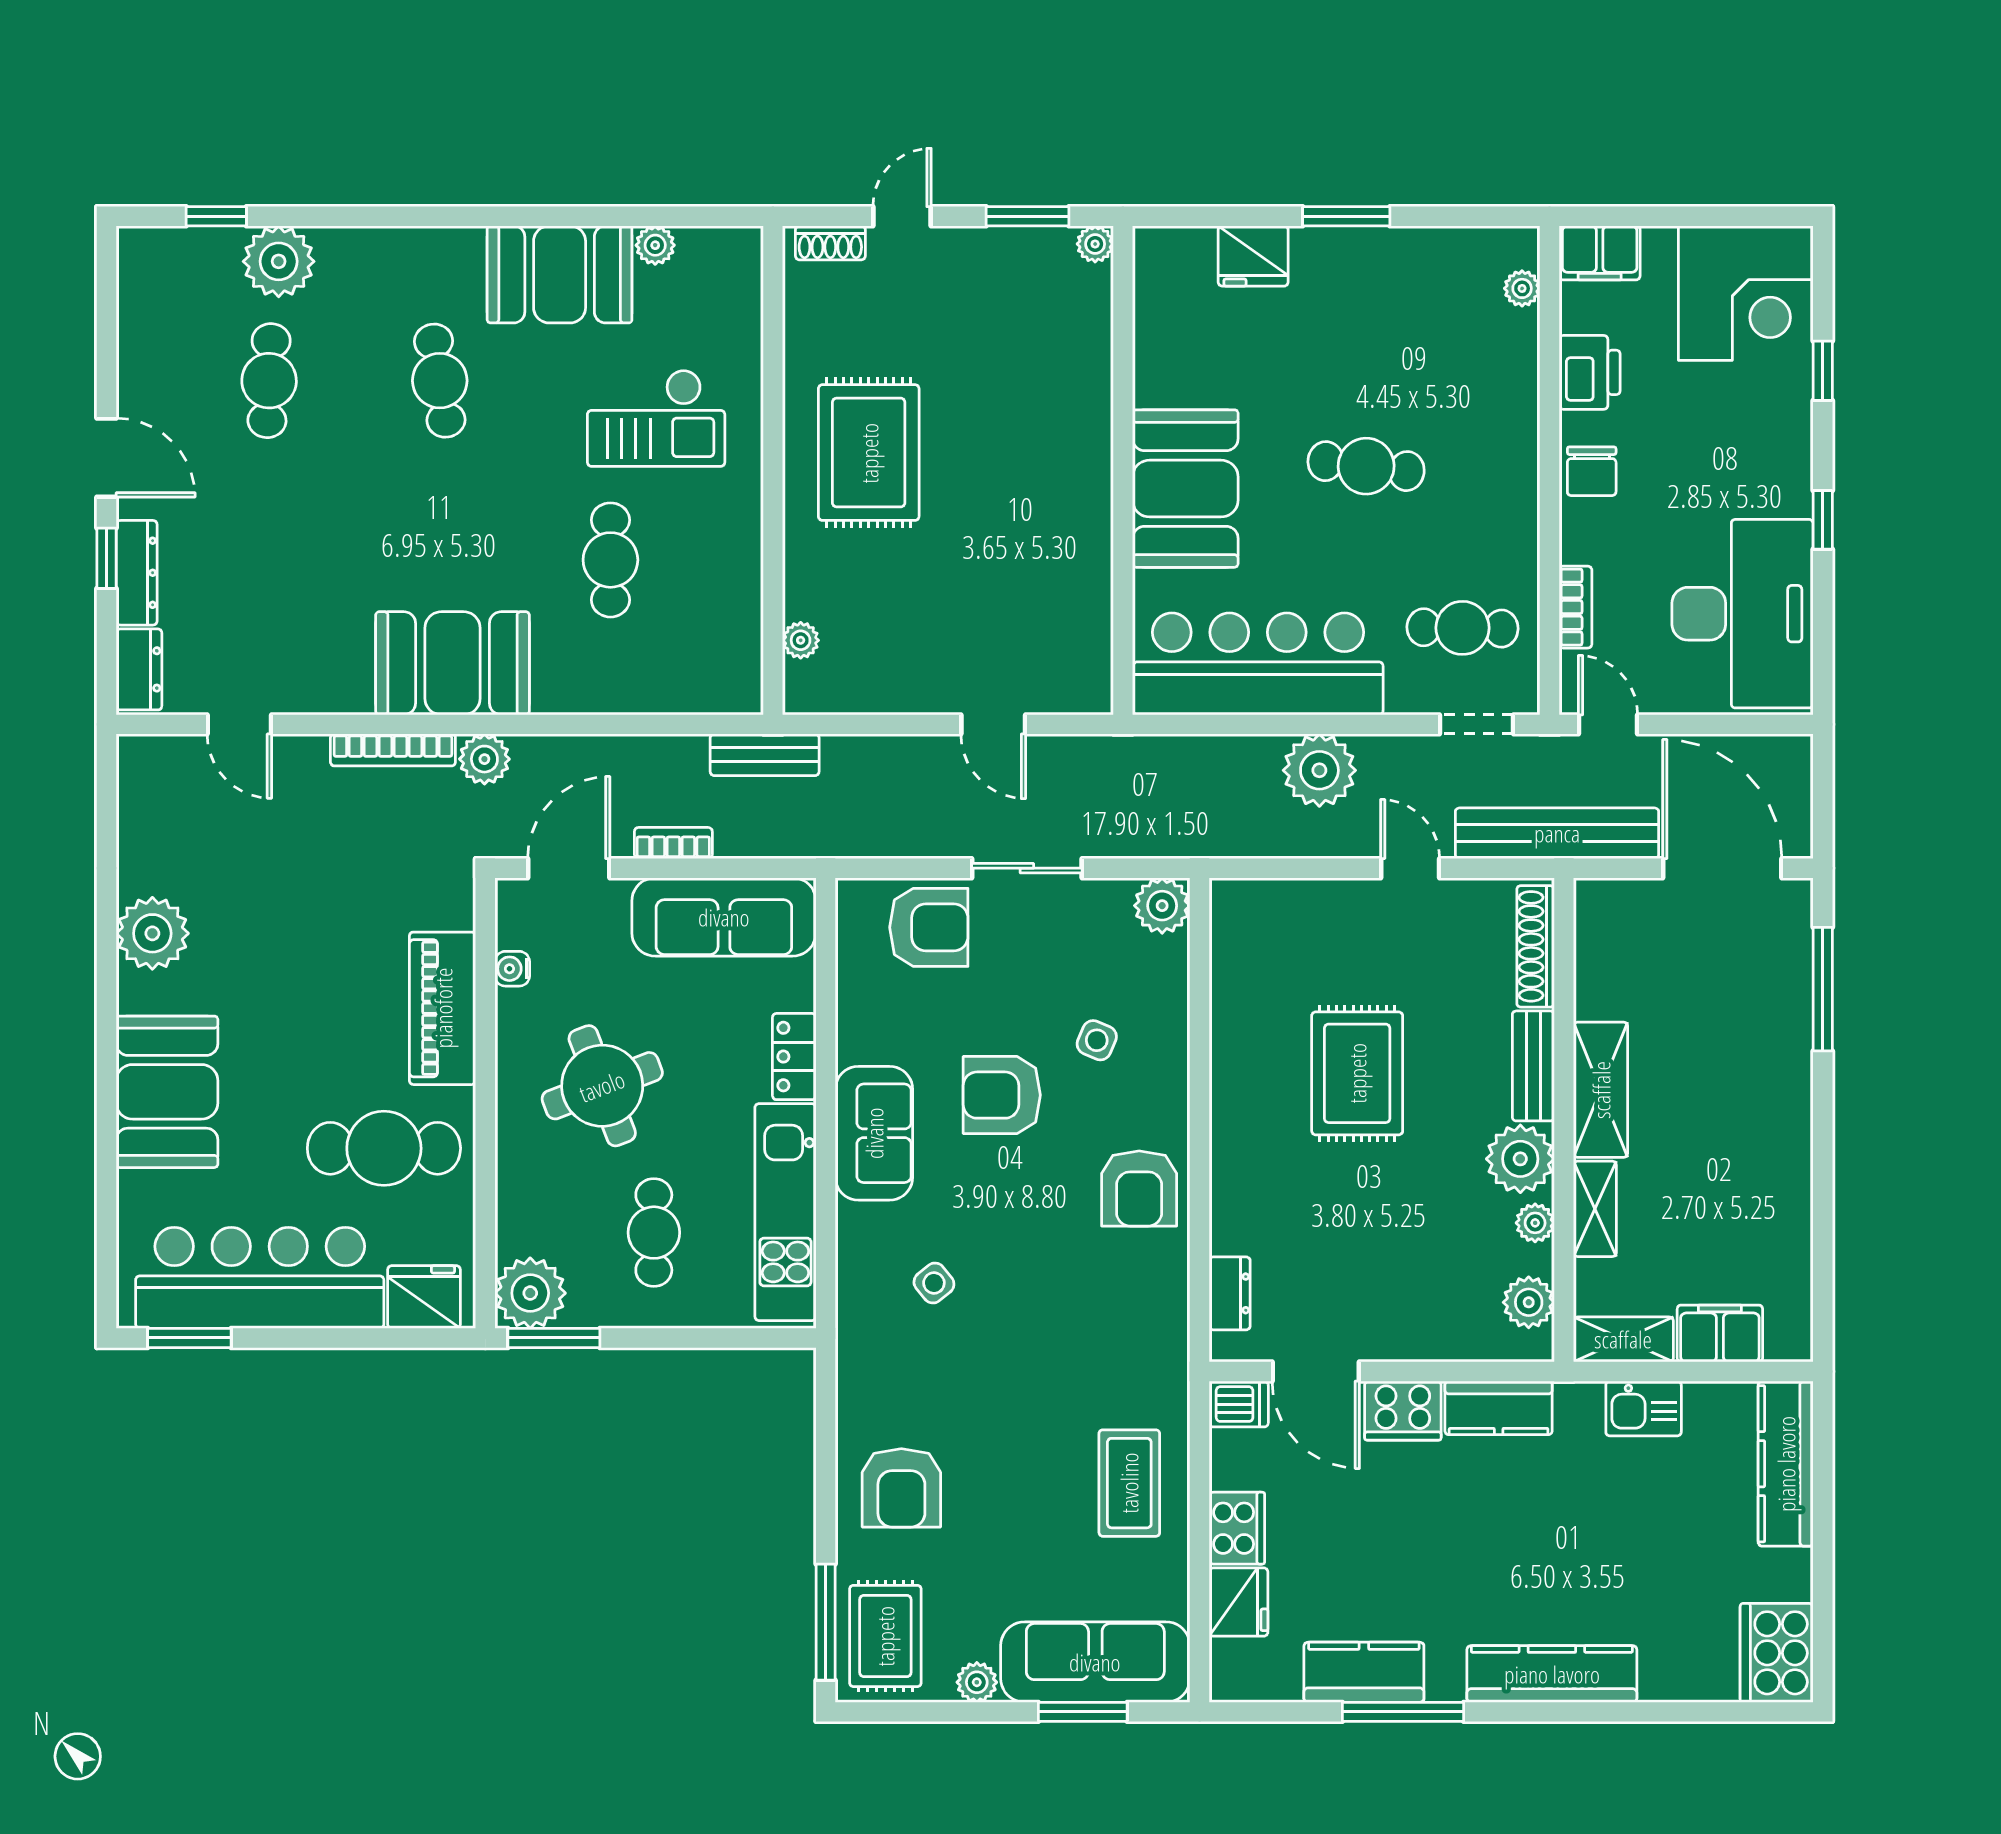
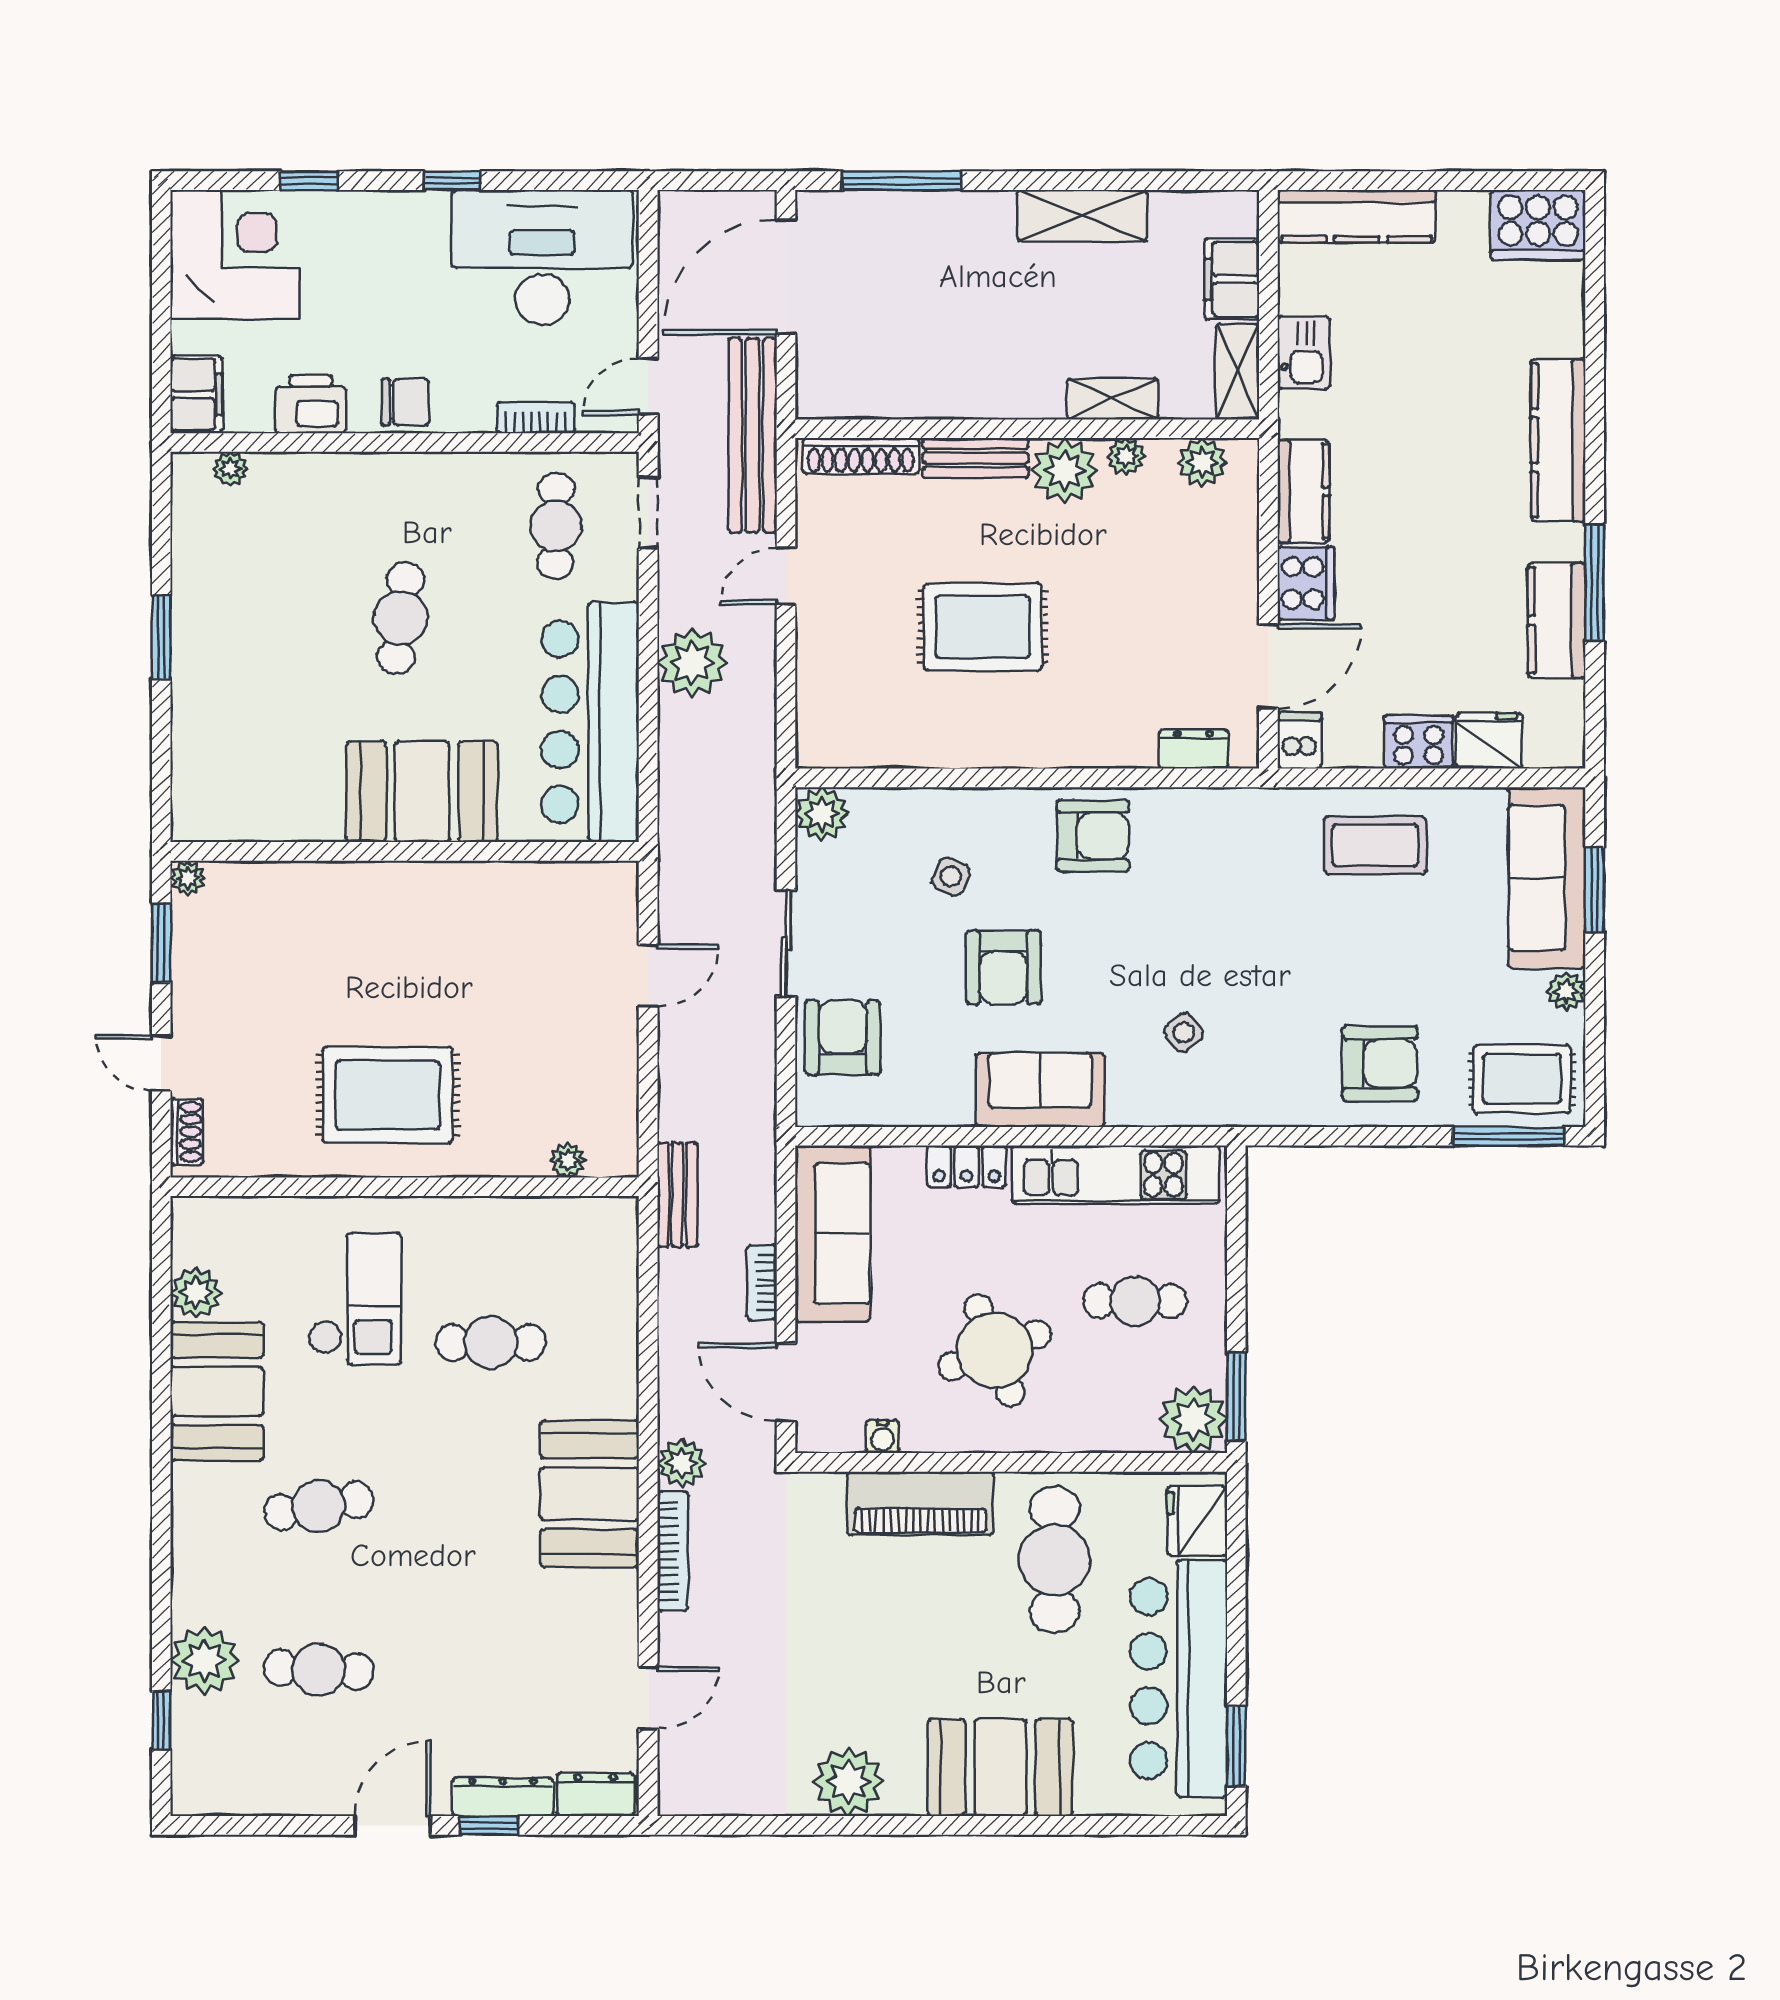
plant: (655, 245) -> (196, 1293), width x1.38, depth x1.38
fridge: (1253, 256) -> (199, 726), removed
shelving: (1601, 1090) -> (1082, 216), moved

